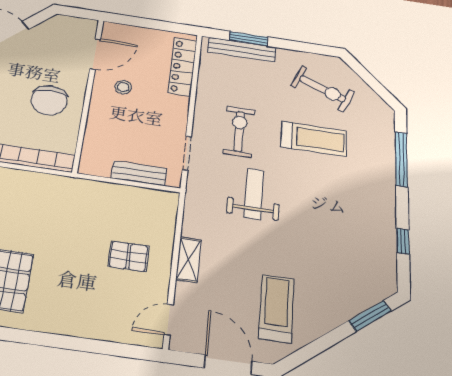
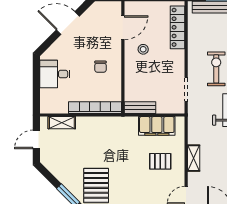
chair: (49, 100) -> (100, 67), width x0.54, depth x0.54
bench: (139, 173) -> (140, 108), moved
filing cabinet: (130, 200) -> (157, 126), added

